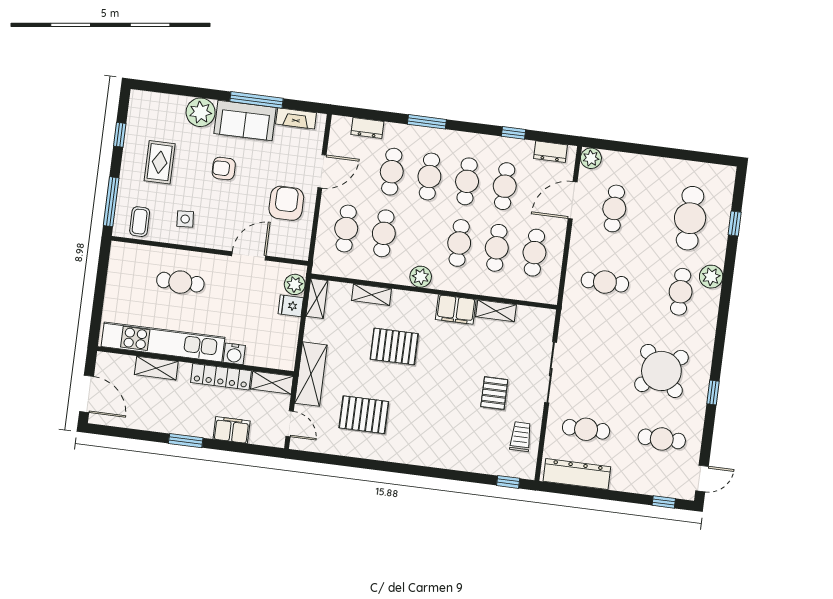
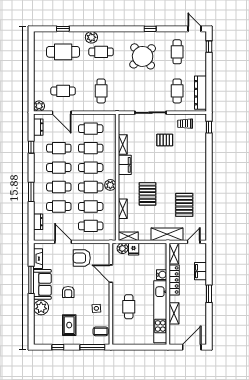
rug: (160, 162) -> (69, 325), turned 90
cafe table: (422, 238) -> (91, 187), added

